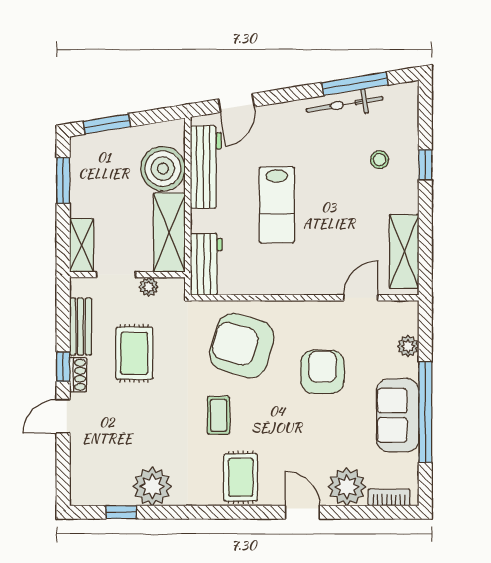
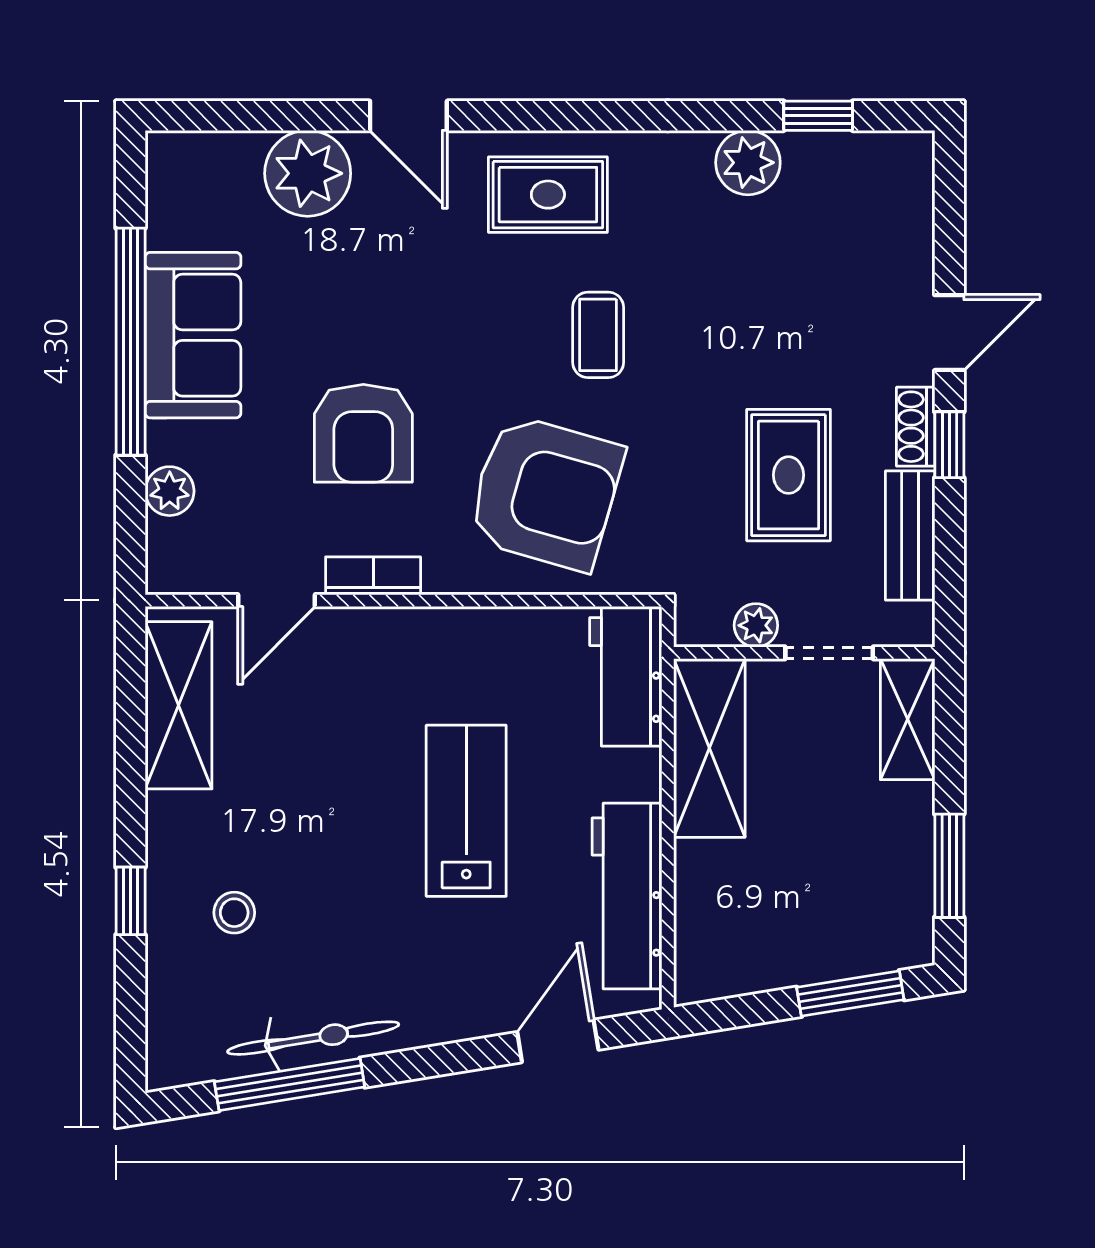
boiler: (163, 169) -> (724, 893), removed
rug: (241, 477) -> (548, 195), turned 90
plant: (152, 486) -> (748, 163), width x0.73, depth x0.73
bookcase: (389, 497) -> (373, 576), moved, turned 180

